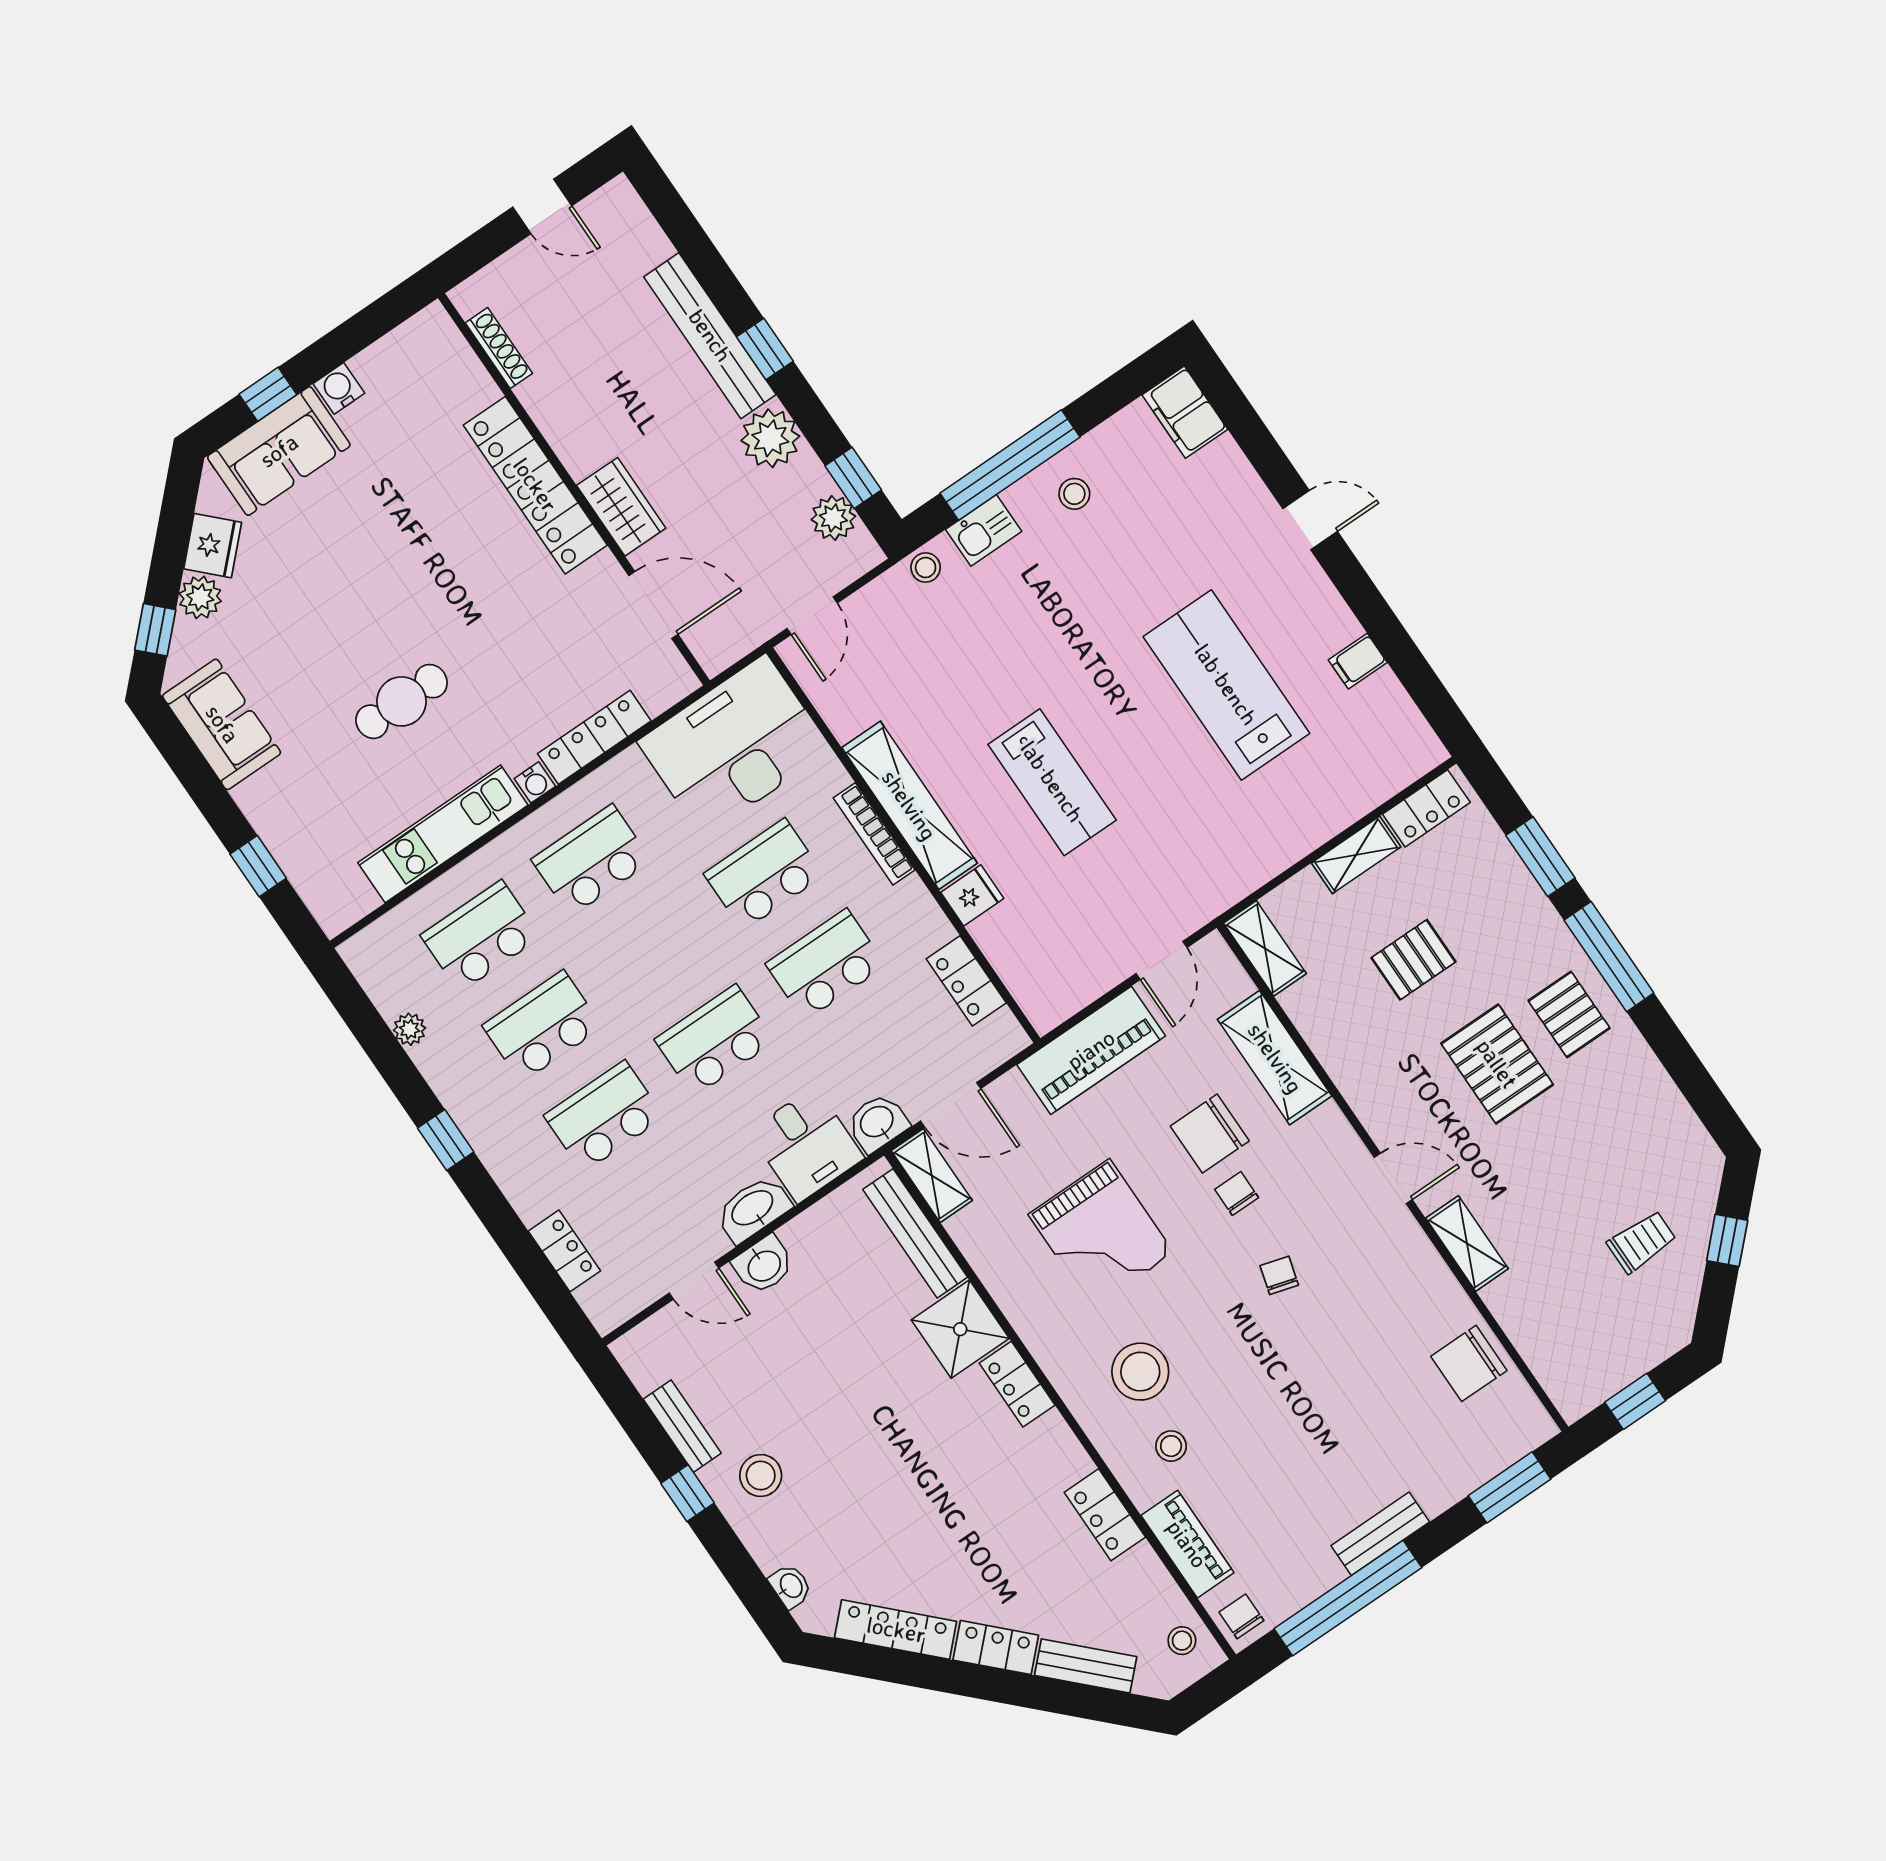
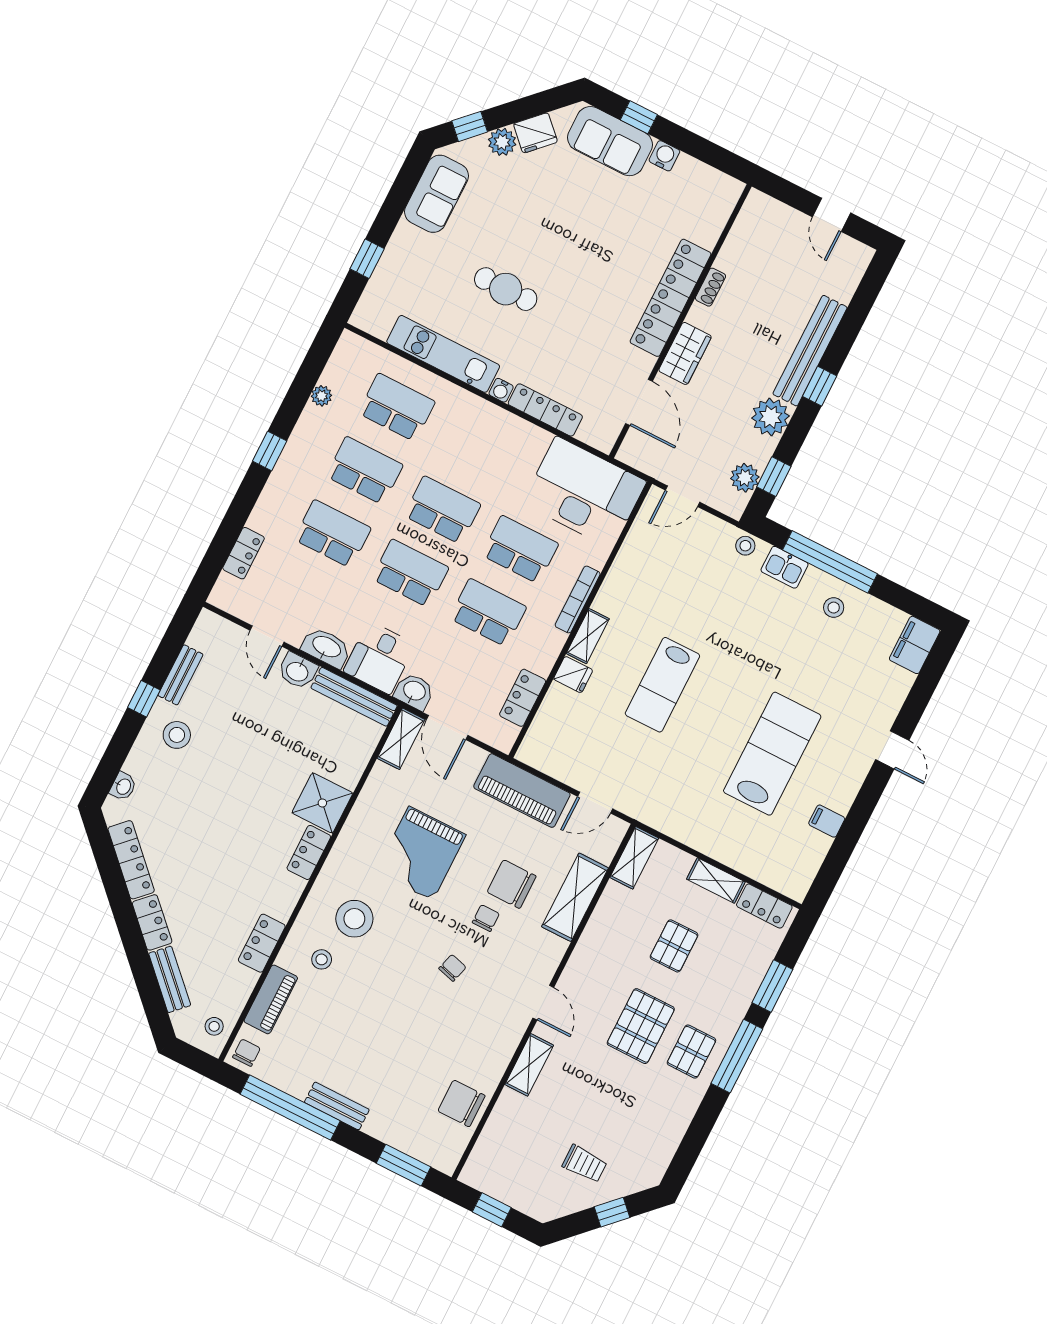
shoe rack: (499, 348) -> (710, 287), moved, width x0.70
shelving: (909, 805) -> (588, 636), width x0.45, depth x0.75
school desk: (591, 860) -> (442, 510), moved
pallet: (1413, 960) -> (674, 946), turned 90
bench: (915, 1233) -> (354, 697), moved, turned 90

